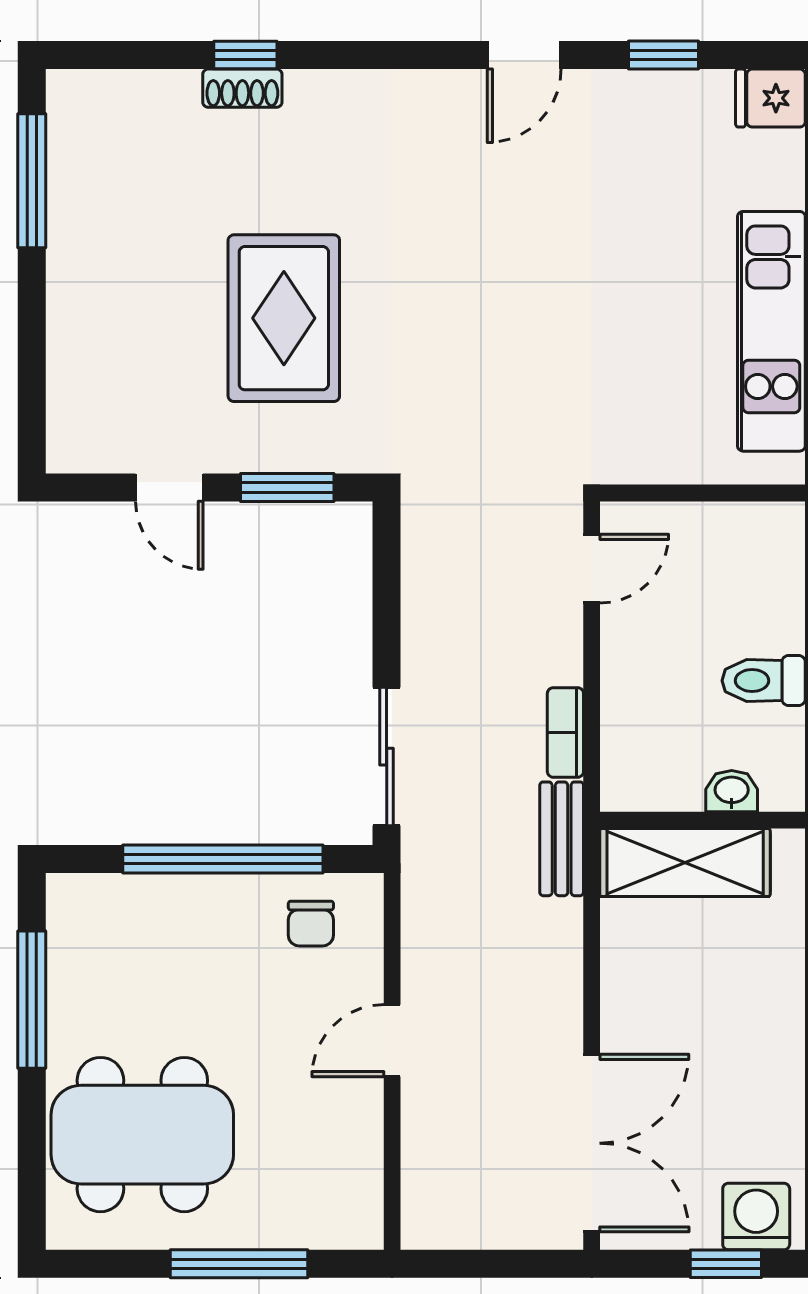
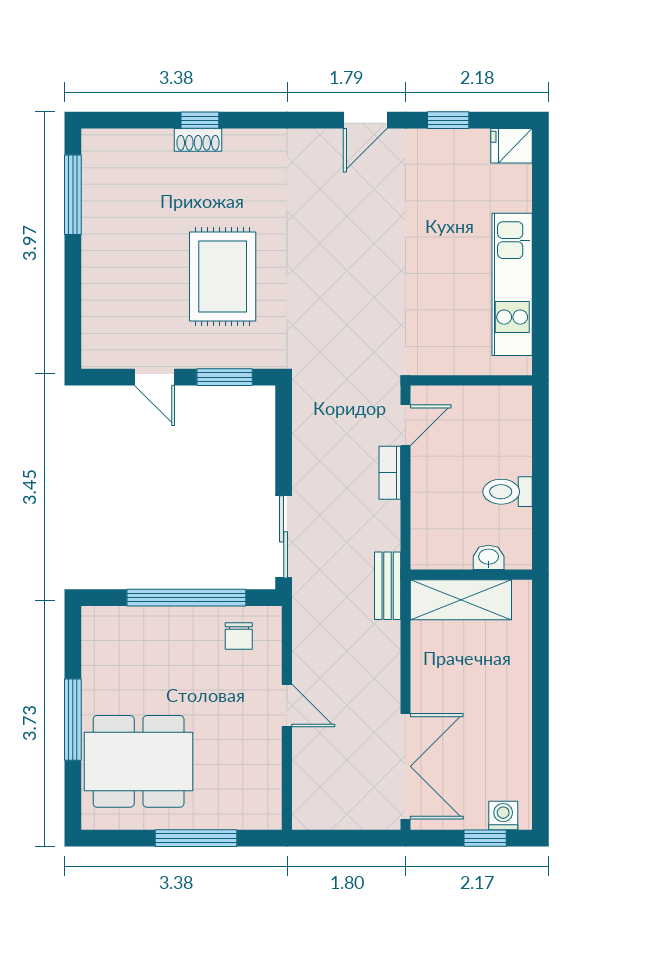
bookcase: (565, 732) -> (390, 473), moved
window: (32, 1000) -> (73, 720), moved
door: (392, 1041) -> (287, 706), swing flipped
washing machine: (756, 1217) -> (503, 815), width x0.73, depth x0.73

